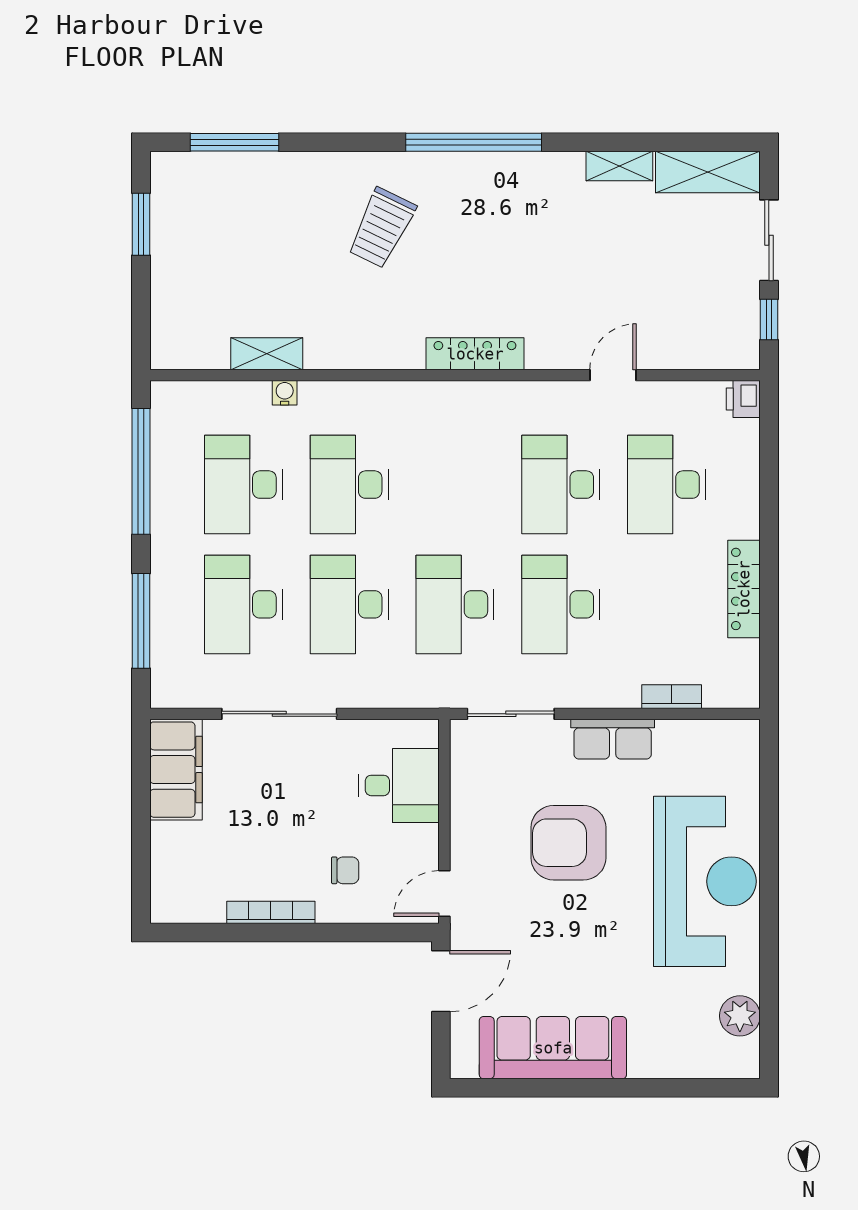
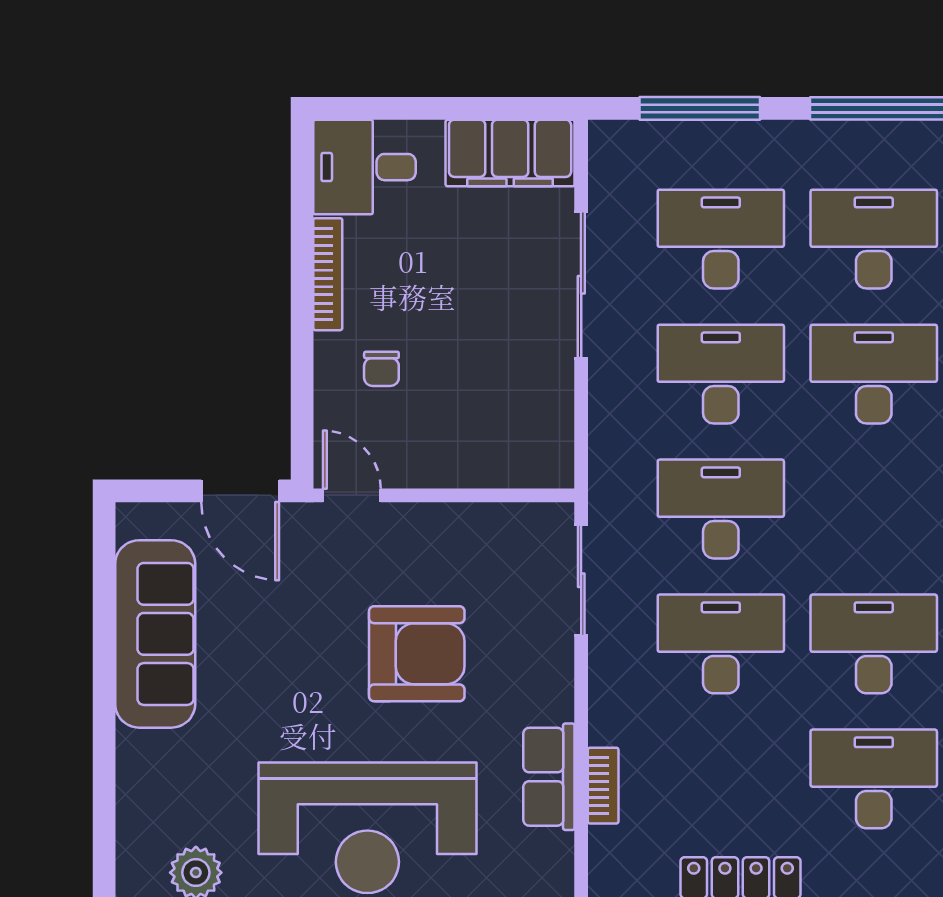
row of seats: (613, 739) -> (549, 777), moved
desk: (399, 785) -> (364, 167), moved, turned 90
armchair: (568, 843) -> (417, 654), turned 90

